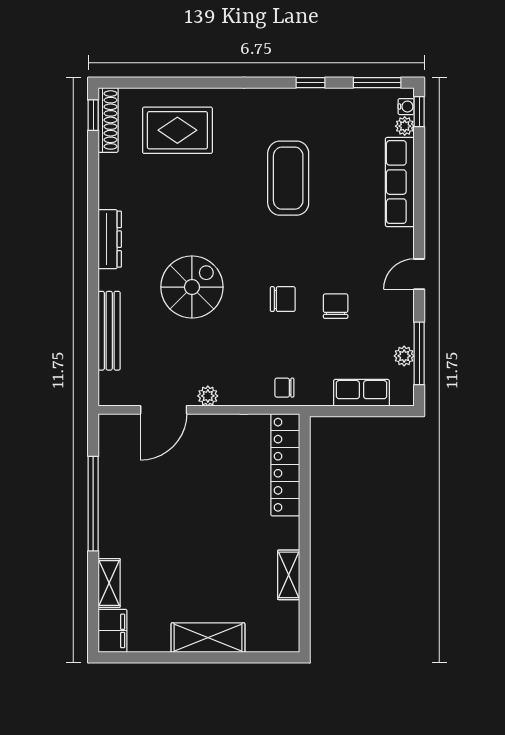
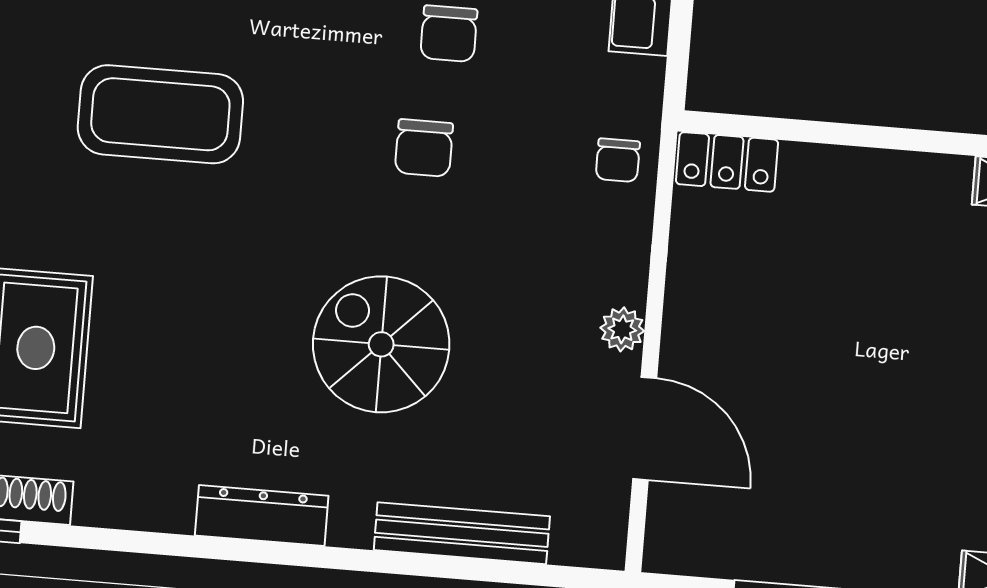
chair: (283, 299) -> (424, 148), turned 180
chair: (336, 306) -> (449, 34), turned -90
locker: (285, 465) -> (727, 162), width x0.46, depth x0.83

